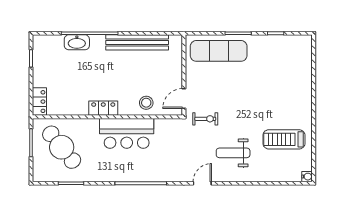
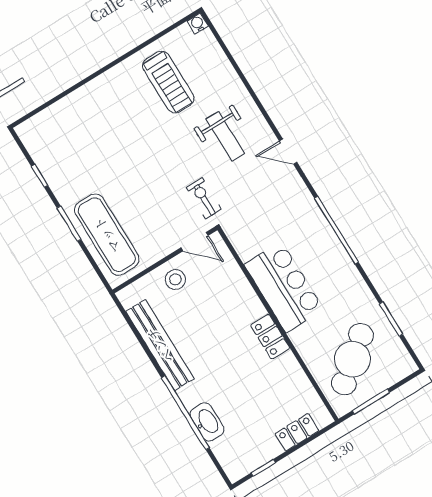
locker: (39, 102) -> (297, 432), moved
stool: (146, 103) -> (175, 279), moved

